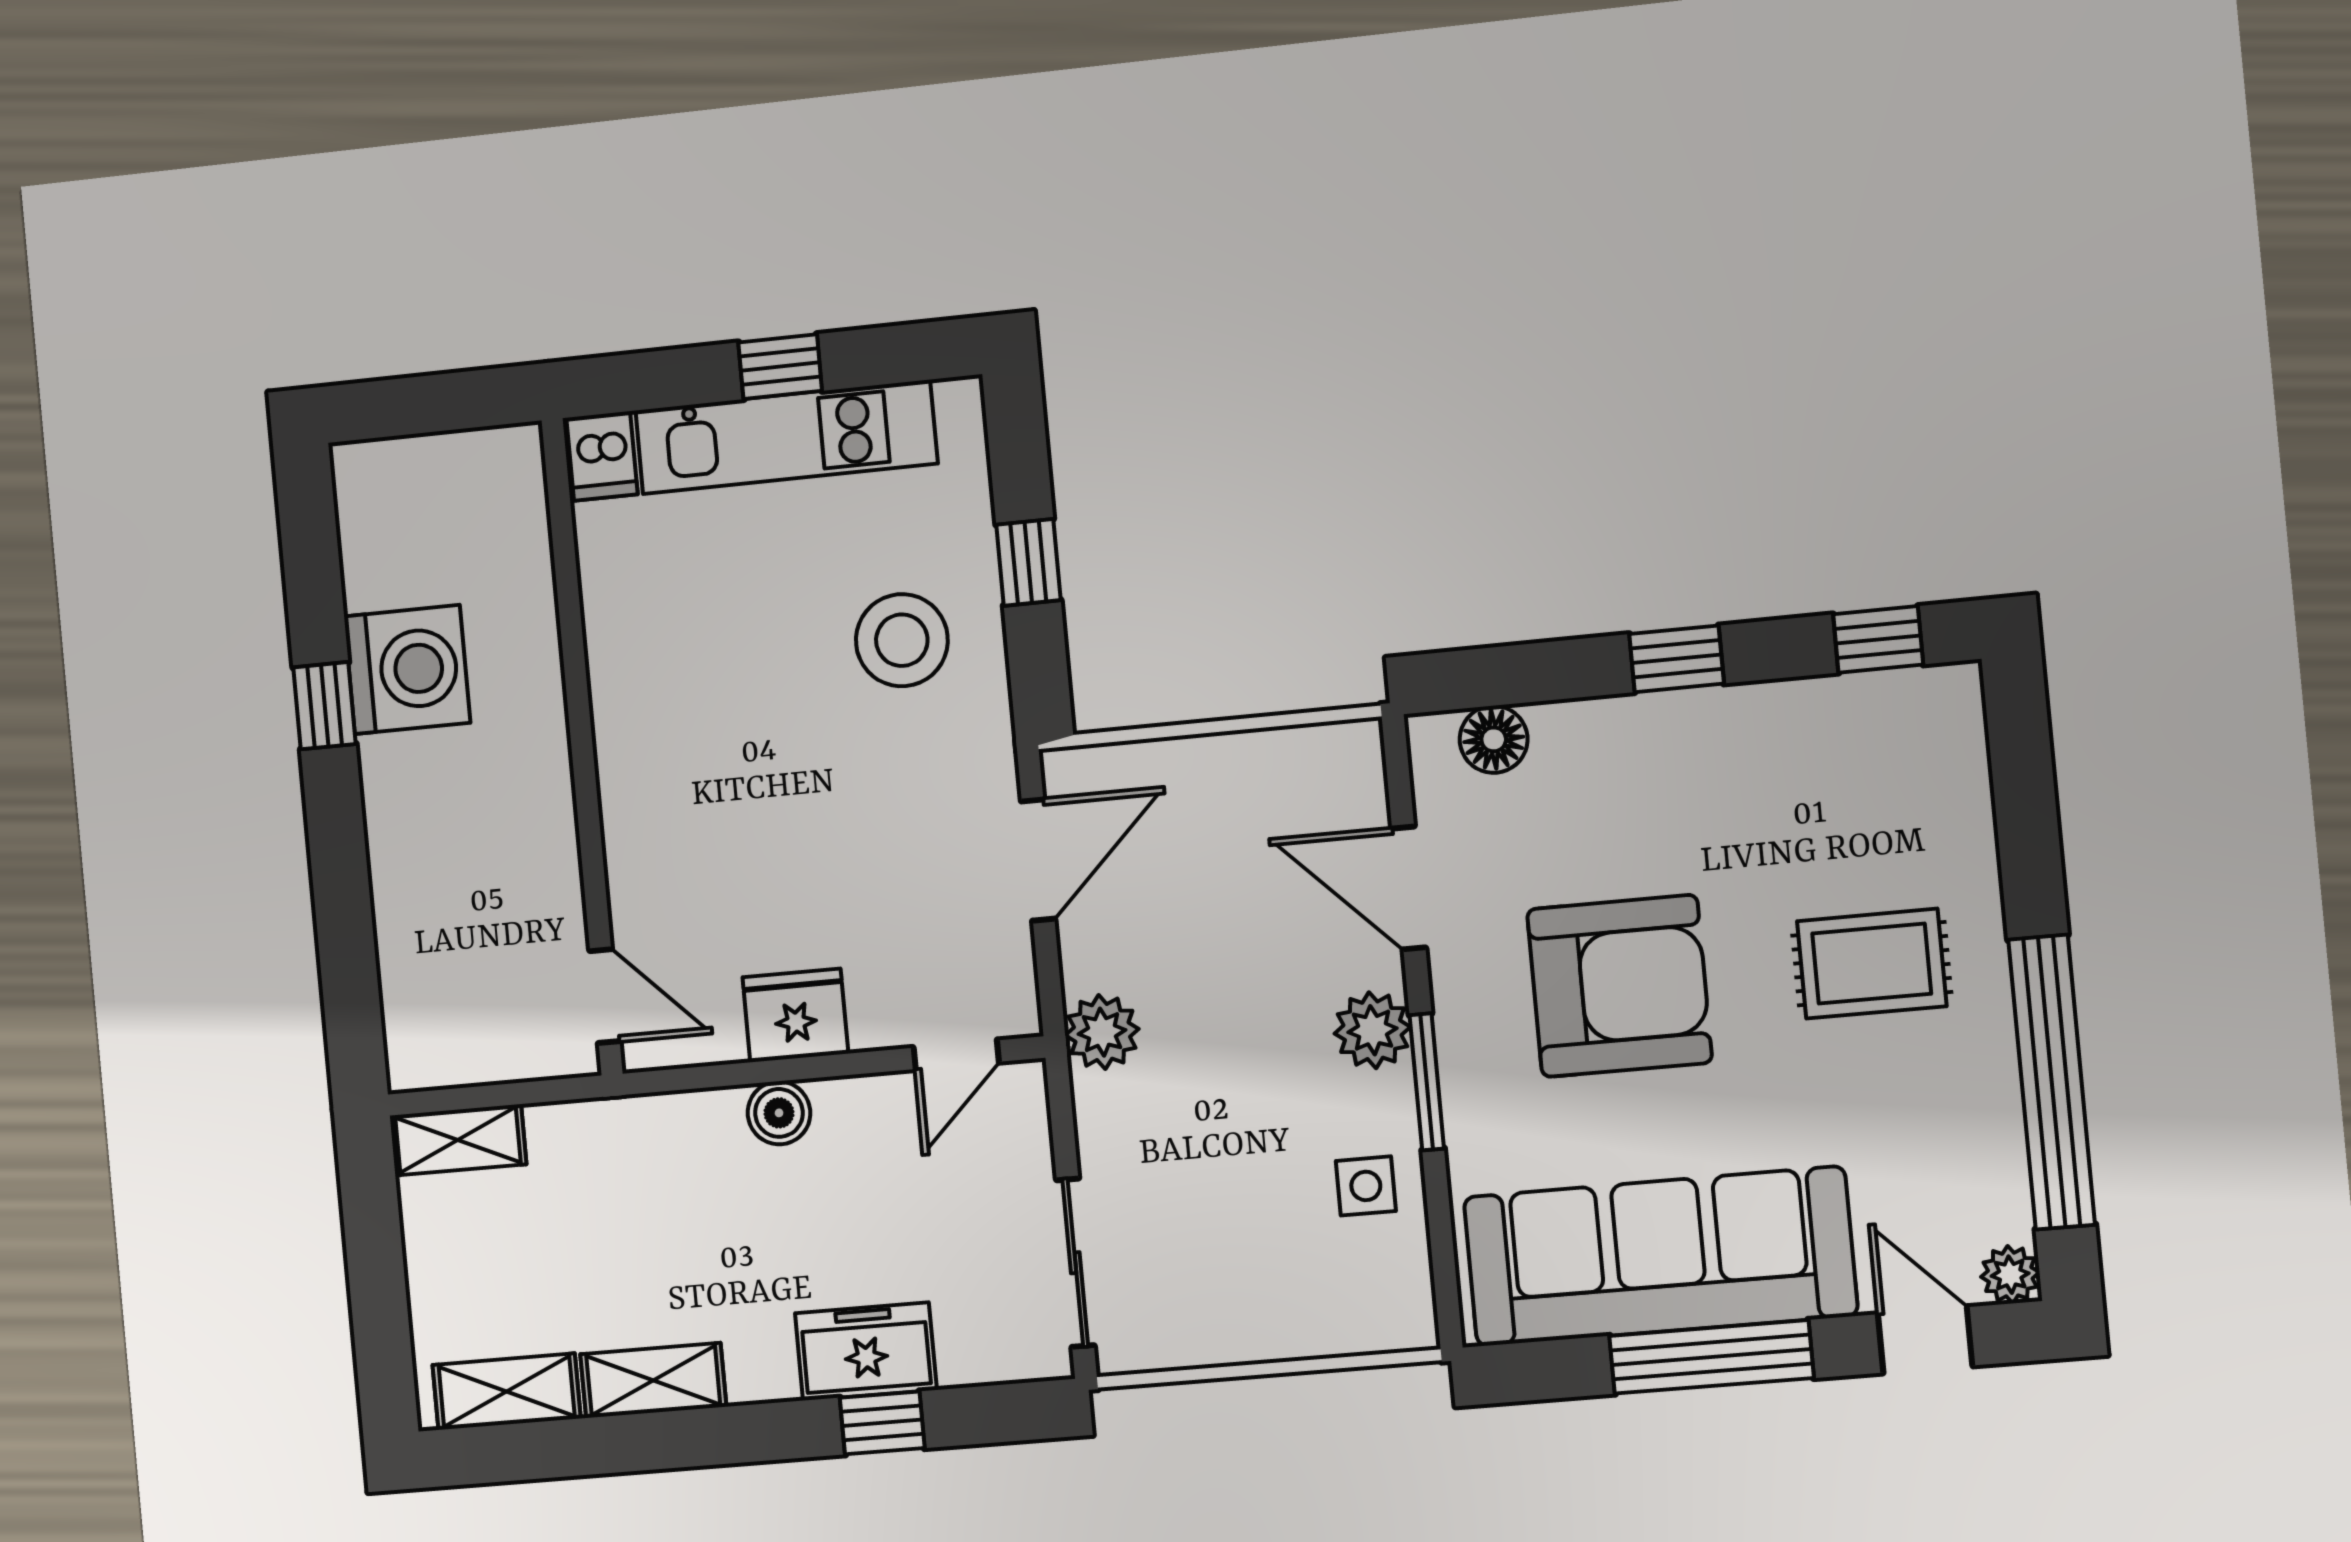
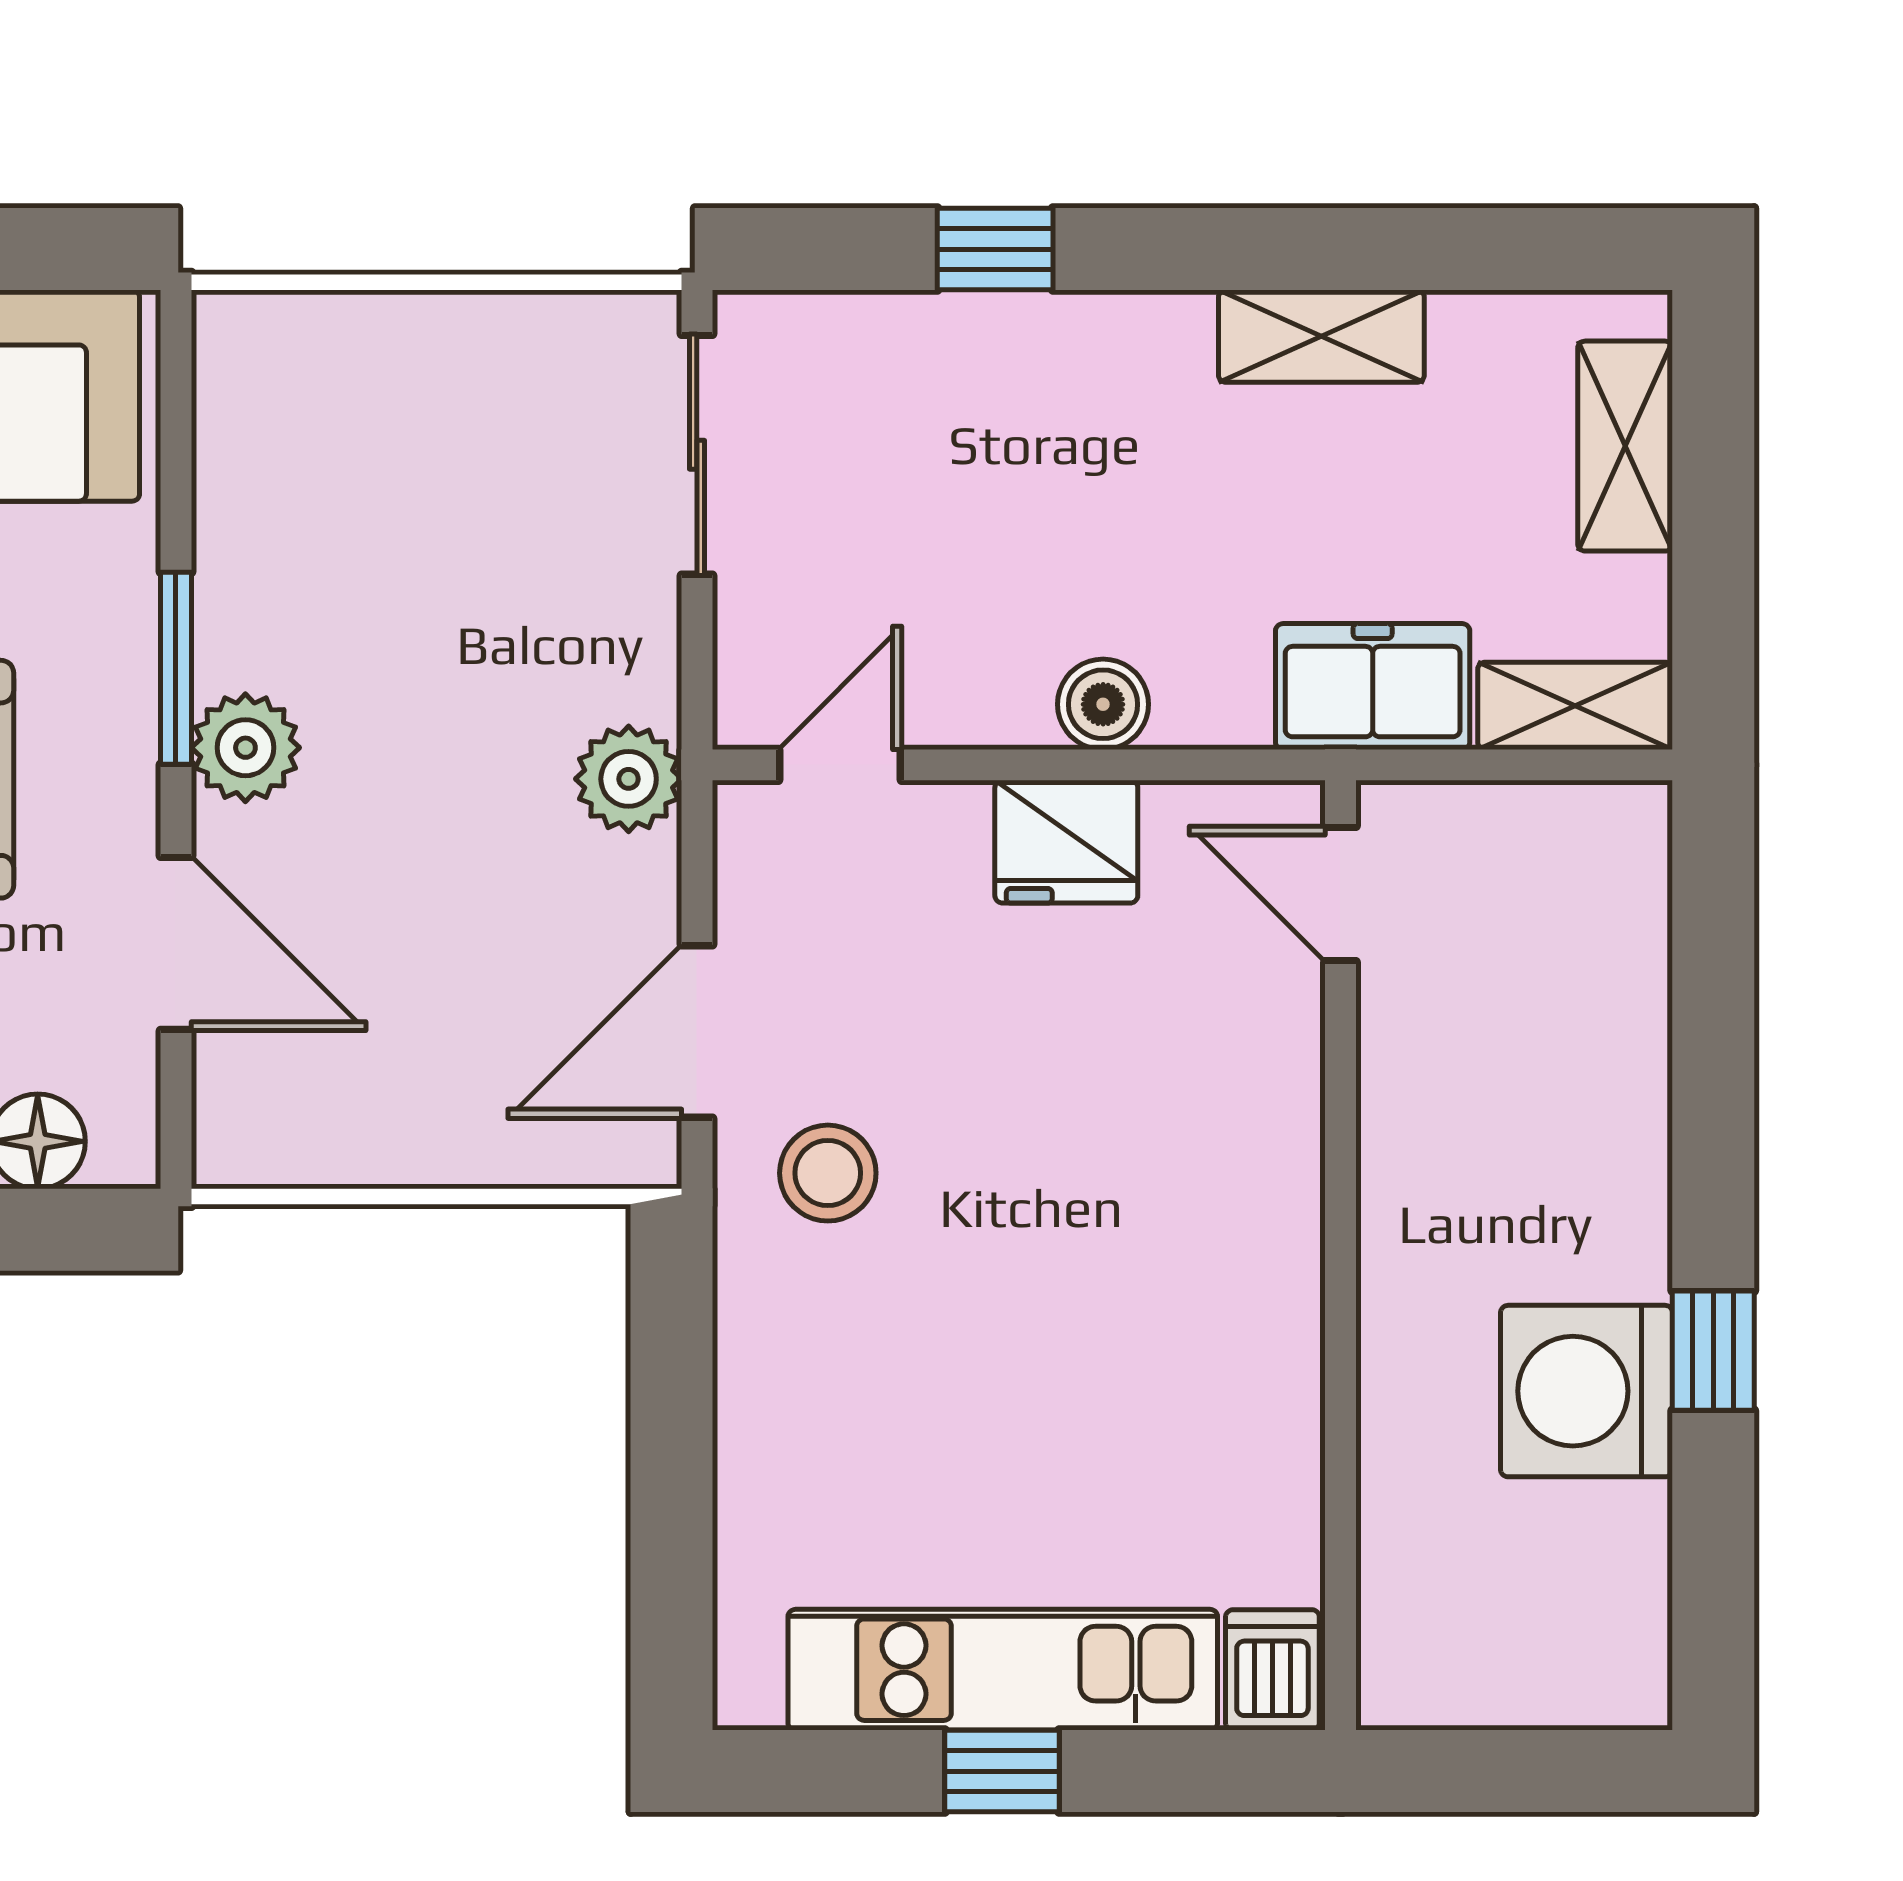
window: (1028, 562) -> (671, 1456), removed
stool: (902, 640) -> (828, 1173), moved, width x0.73, depth x0.73
side table: (1366, 1186) -> (275, 529), removed
freezer: (866, 1351) -> (1373, 687), moved, turned 180
shelving: (507, 1392) -> (1625, 446), moved, turned 90

